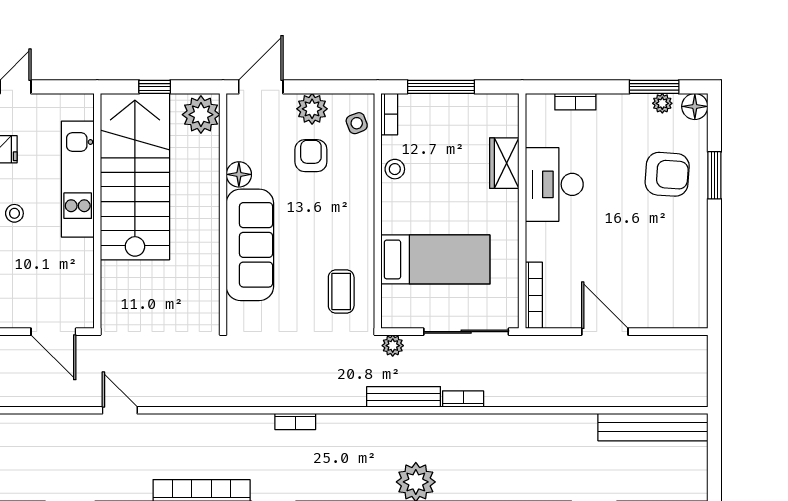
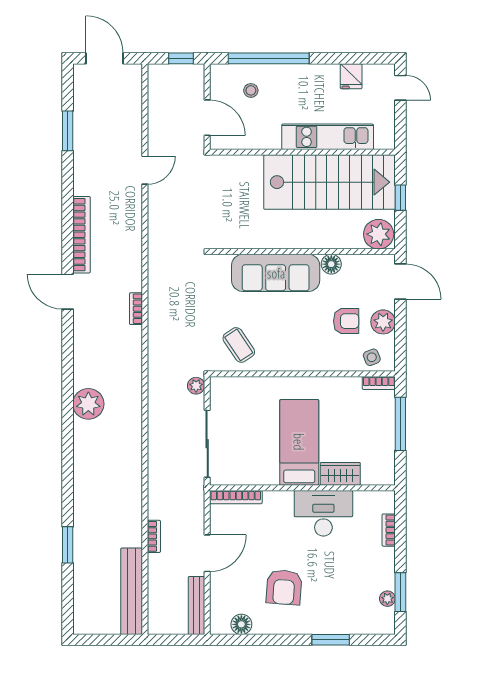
floor lamp: (695, 106) -> (241, 624), moved
stool: (395, 169) -> (335, 387), removed
armchair: (667, 174) -> (284, 587), moved
stool: (14, 213) -> (251, 90), moved
bed: (435, 259) -> (299, 442), moved, turned 180
coffee table: (341, 292) -> (239, 345), turned 56
door: (53, 332) -> (207, 118), swing flipped
bench: (404, 397) -> (196, 606), moved
bookcase: (463, 399) -> (154, 536), moved

